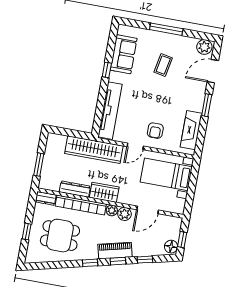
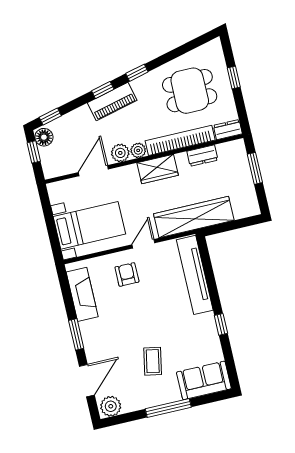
sofa: (124, 54) -> (204, 380), moved, turned 90
dresser: (75, 189) -> (202, 156), width x0.70
window: (145, 260) -> (50, 117), moved

